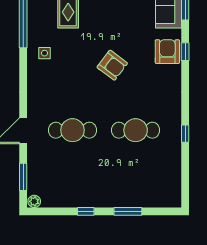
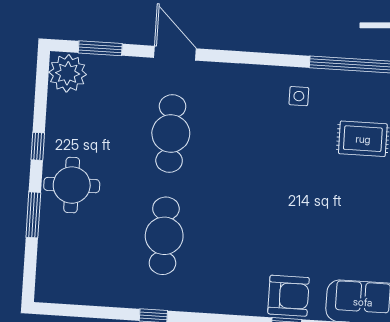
armchair: (112, 65) -> (272, 205), removed
round table: (108, 189) -> (72, 185), added
plant: (34, 201) -> (68, 73), width x1.88, depth x1.88

